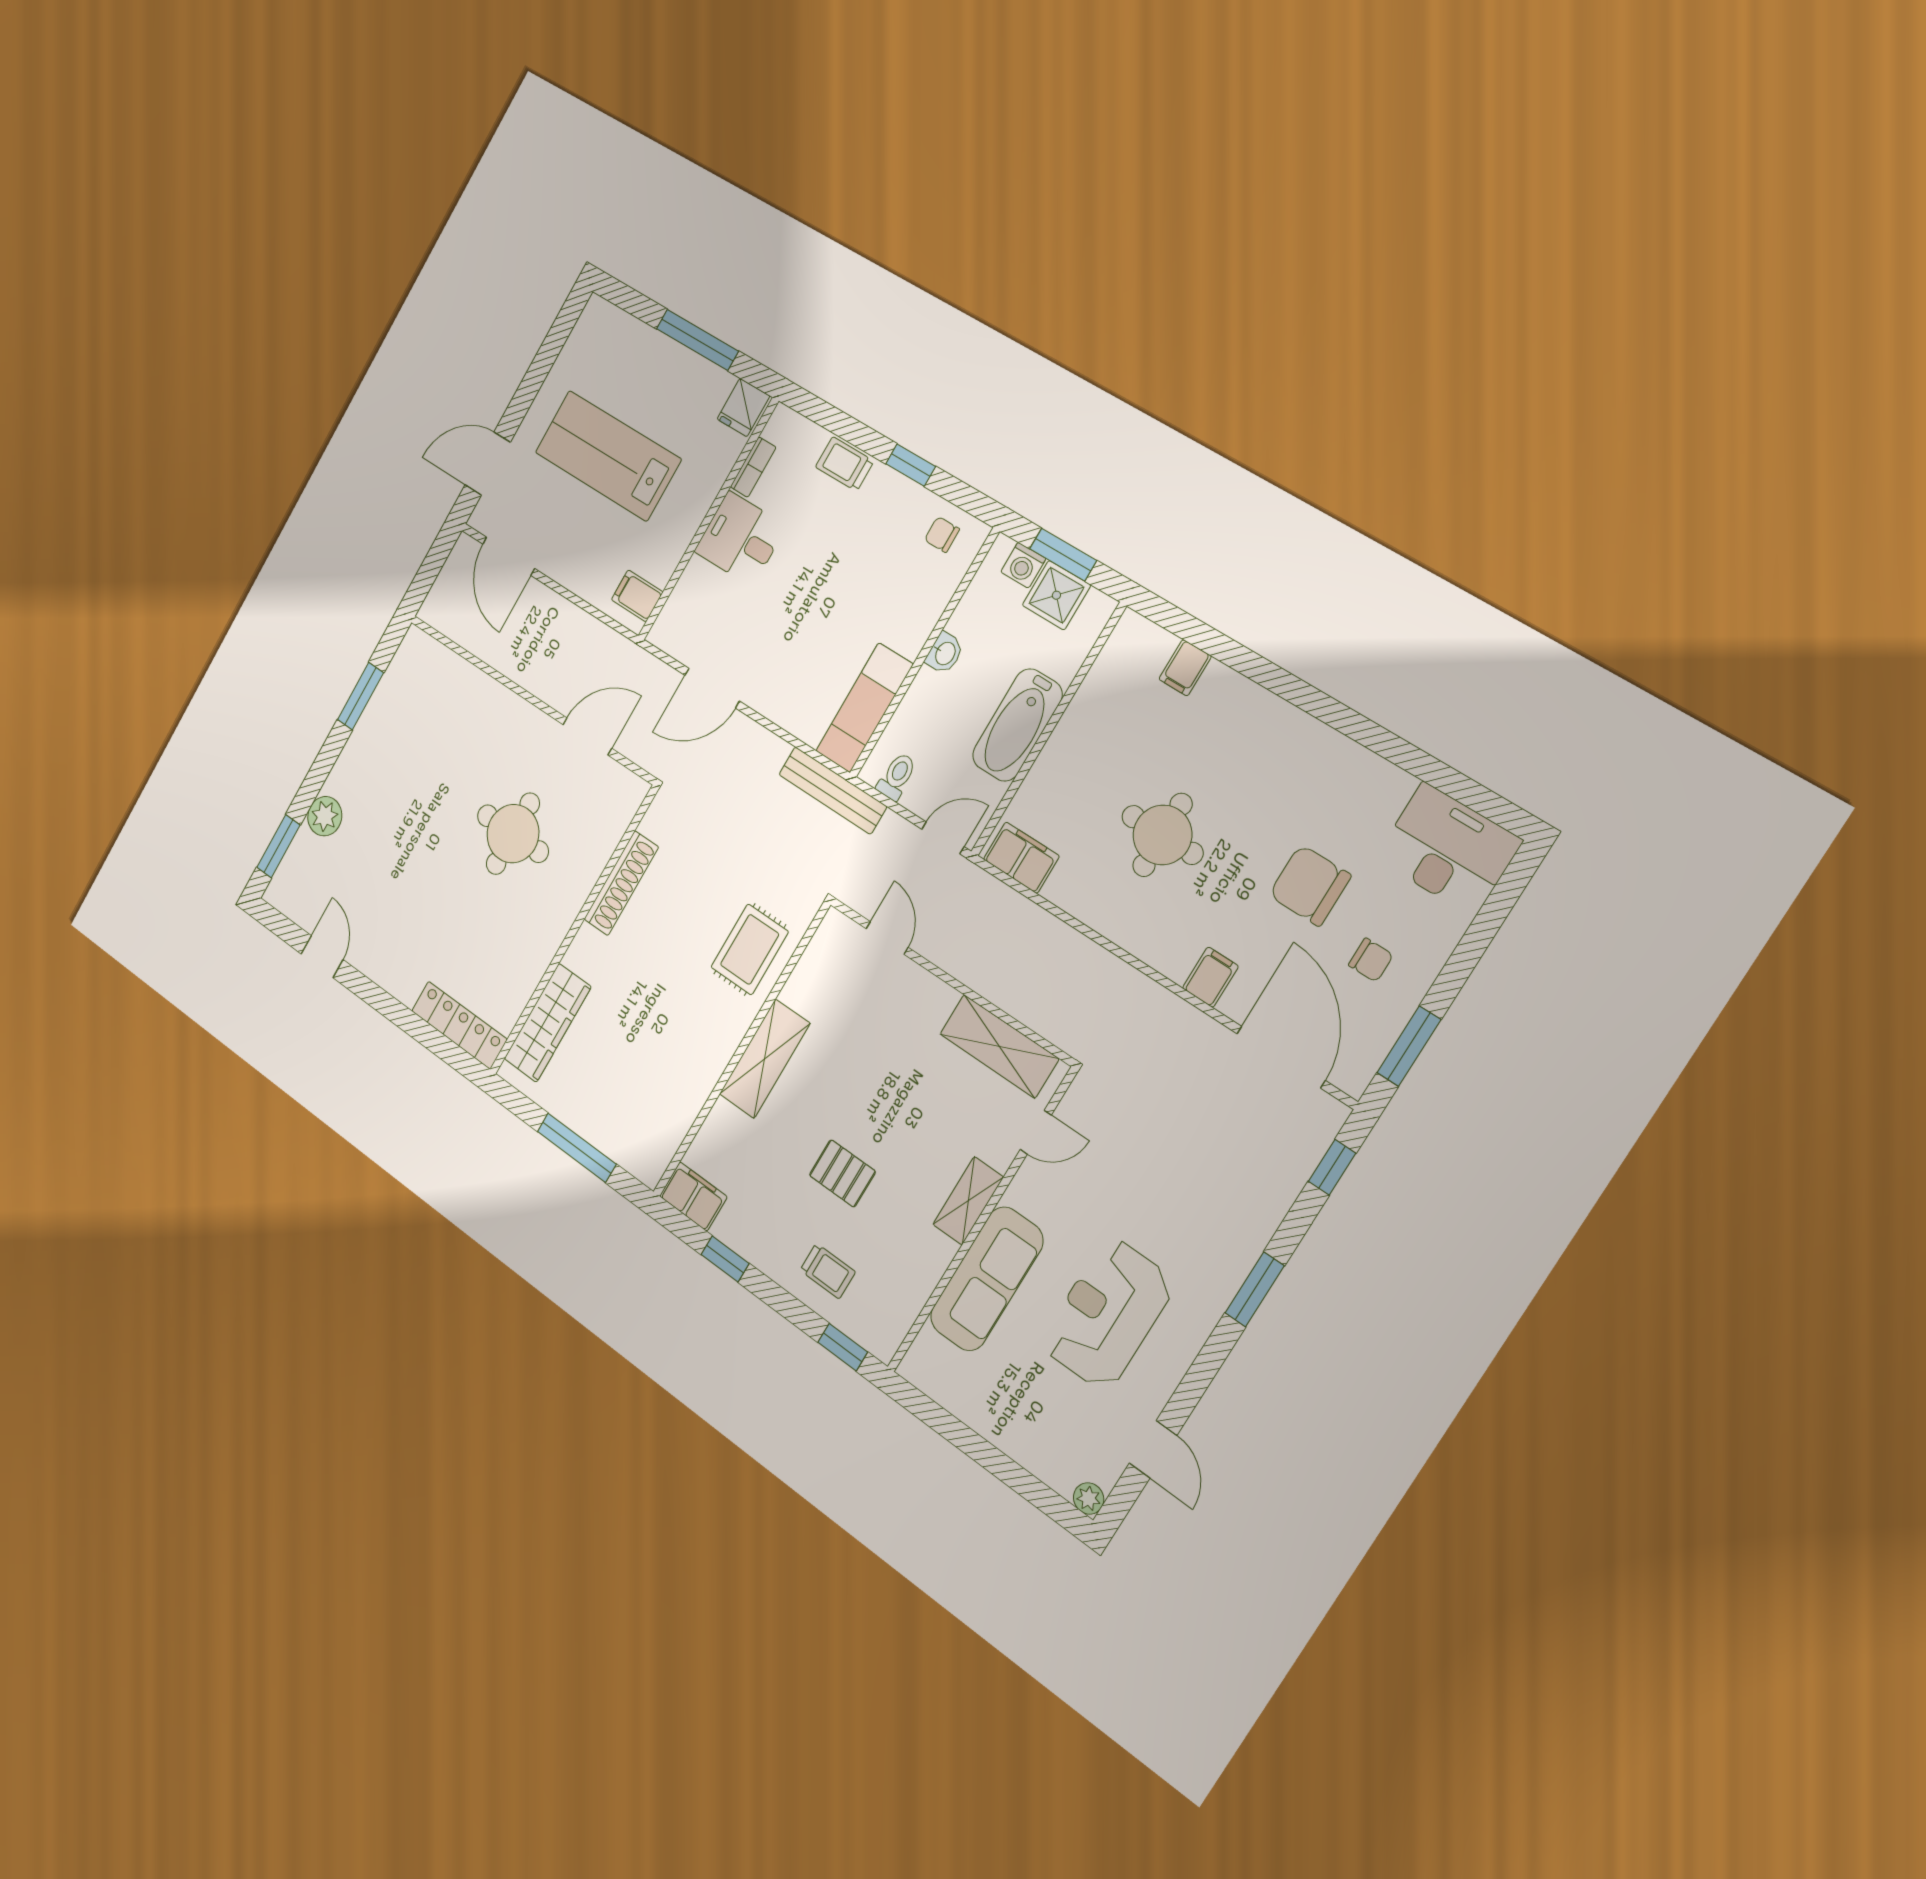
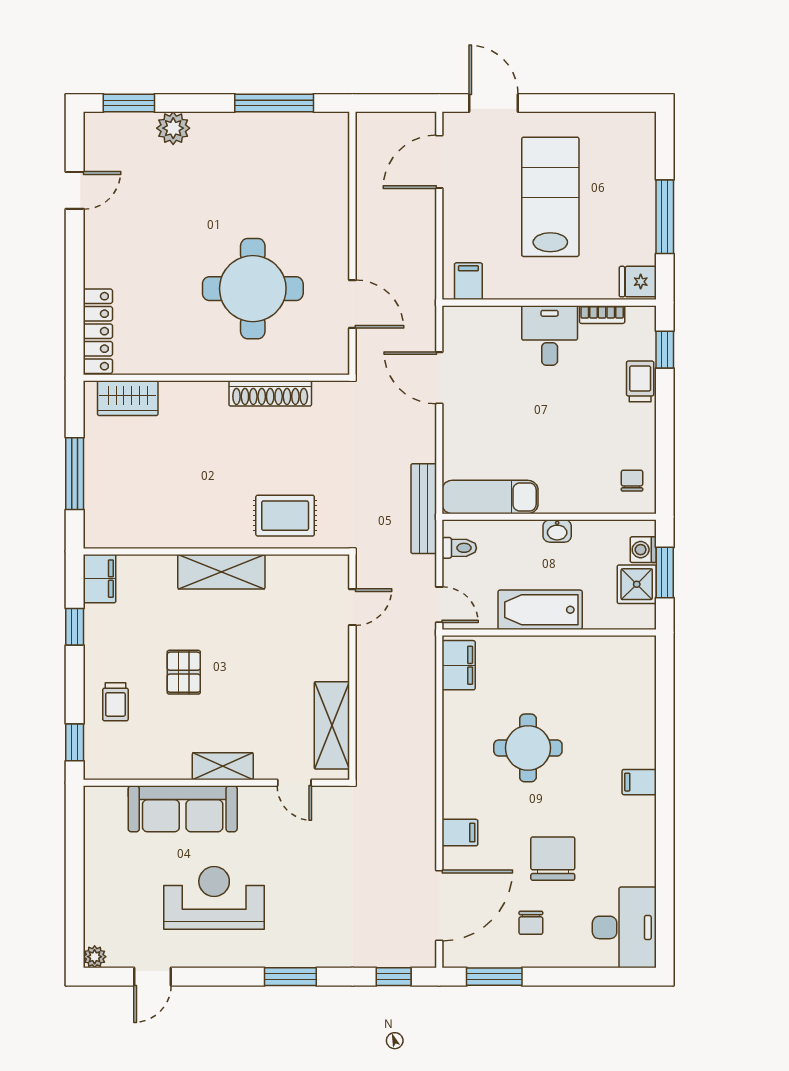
window: (911, 465) -> (665, 350), moved
filing cabinet: (1185, 668) -> (639, 782), moved
window: (361, 696) -> (274, 103), width x1.44
round table: (513, 834) -> (253, 289), width x1.36, depth x1.36
wardrobe: (548, 1023) -> (128, 398), width x0.67

